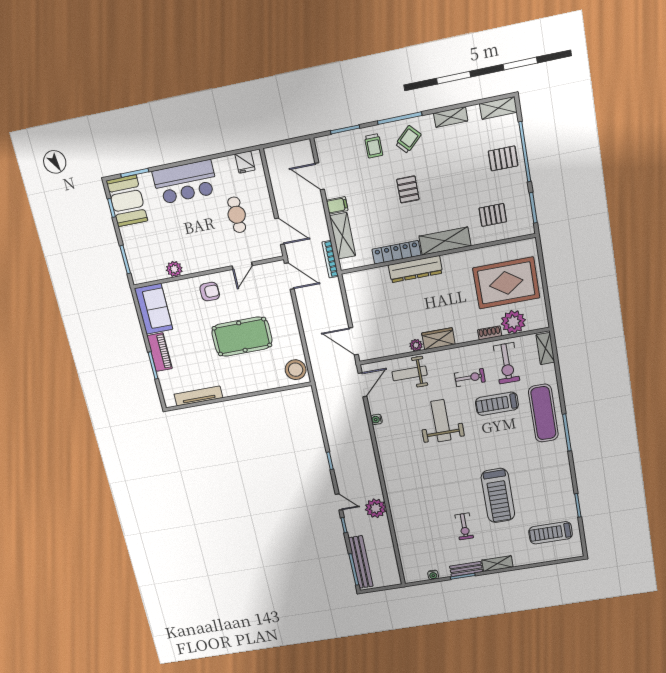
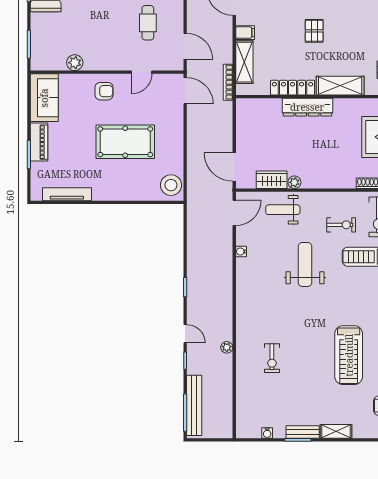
wardrobe: (438, 339) -> (272, 180), moved
plant: (376, 508) -> (227, 347), width x0.53, depth x0.53
exercise bike: (464, 526) -> (272, 358), moved

